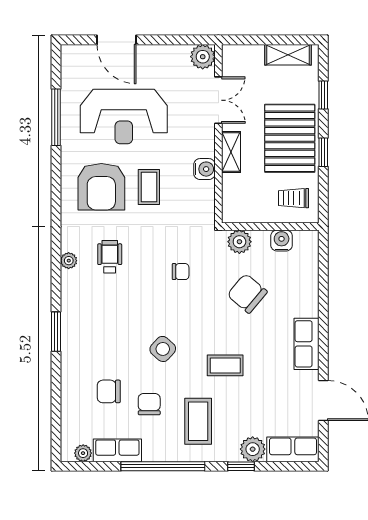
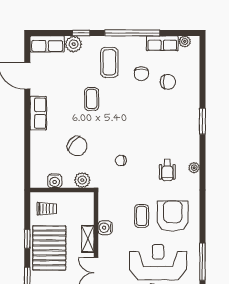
side table: (163, 349) -> (133, 110), removed
coffee table: (225, 365) -> (92, 99), turned 90

